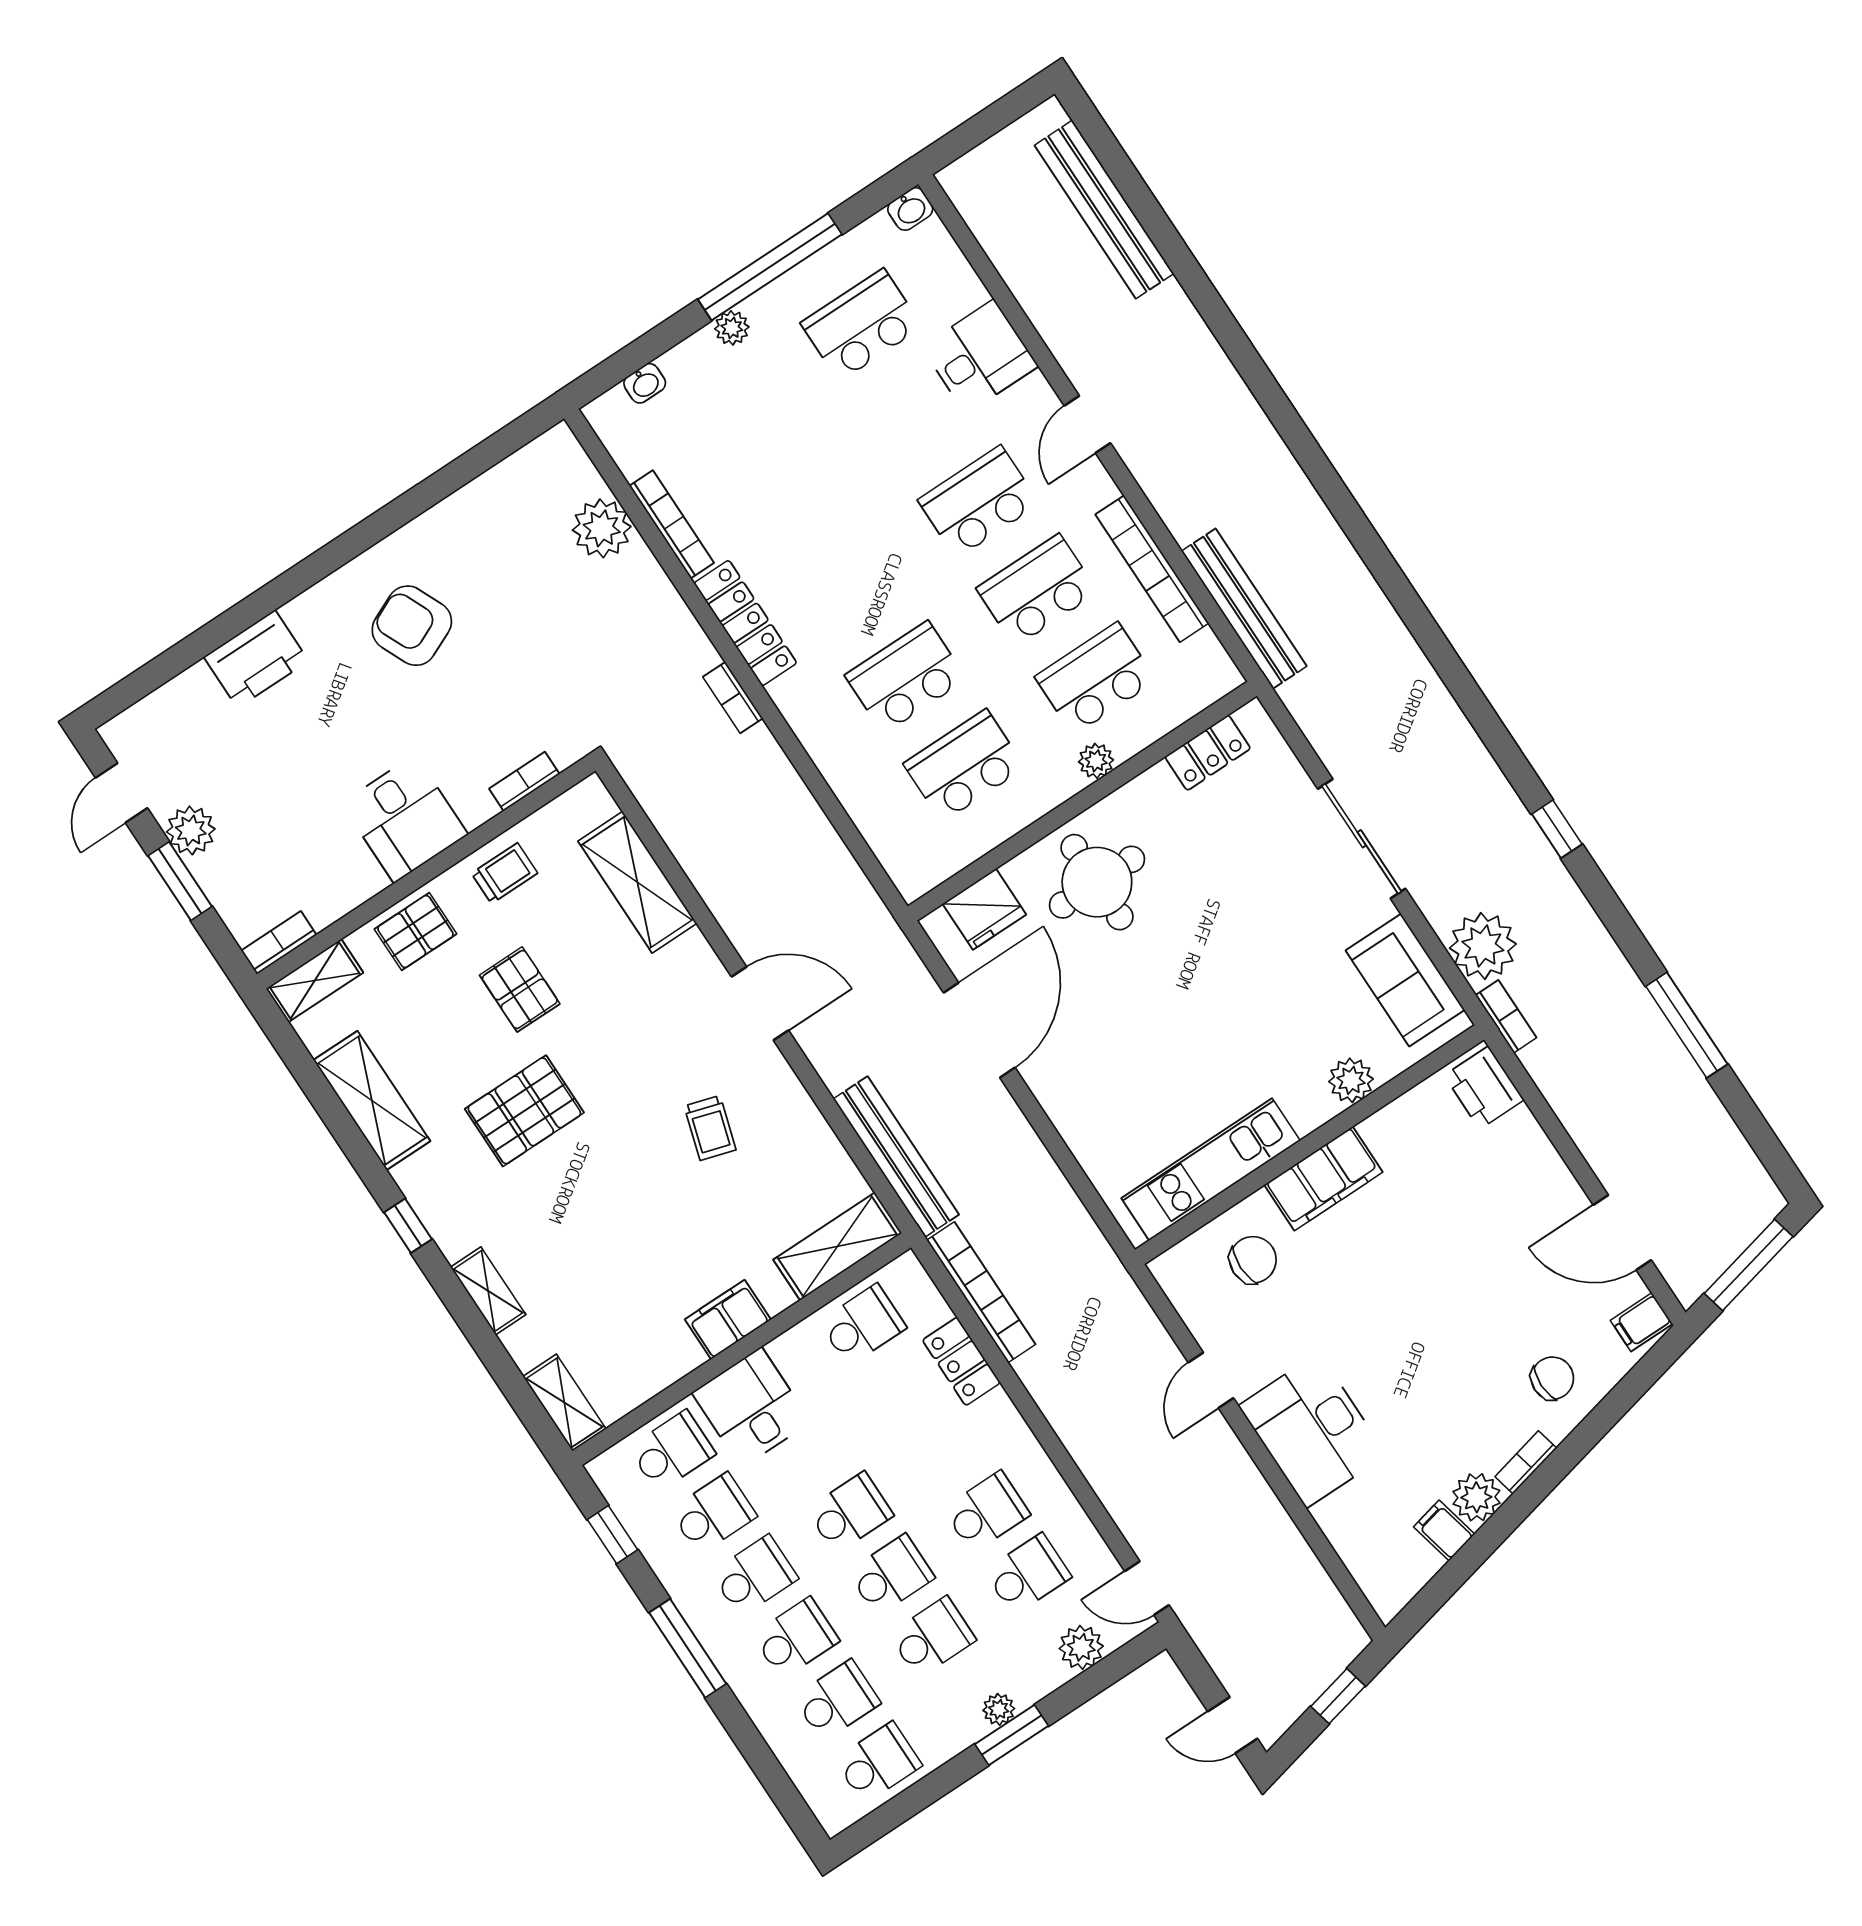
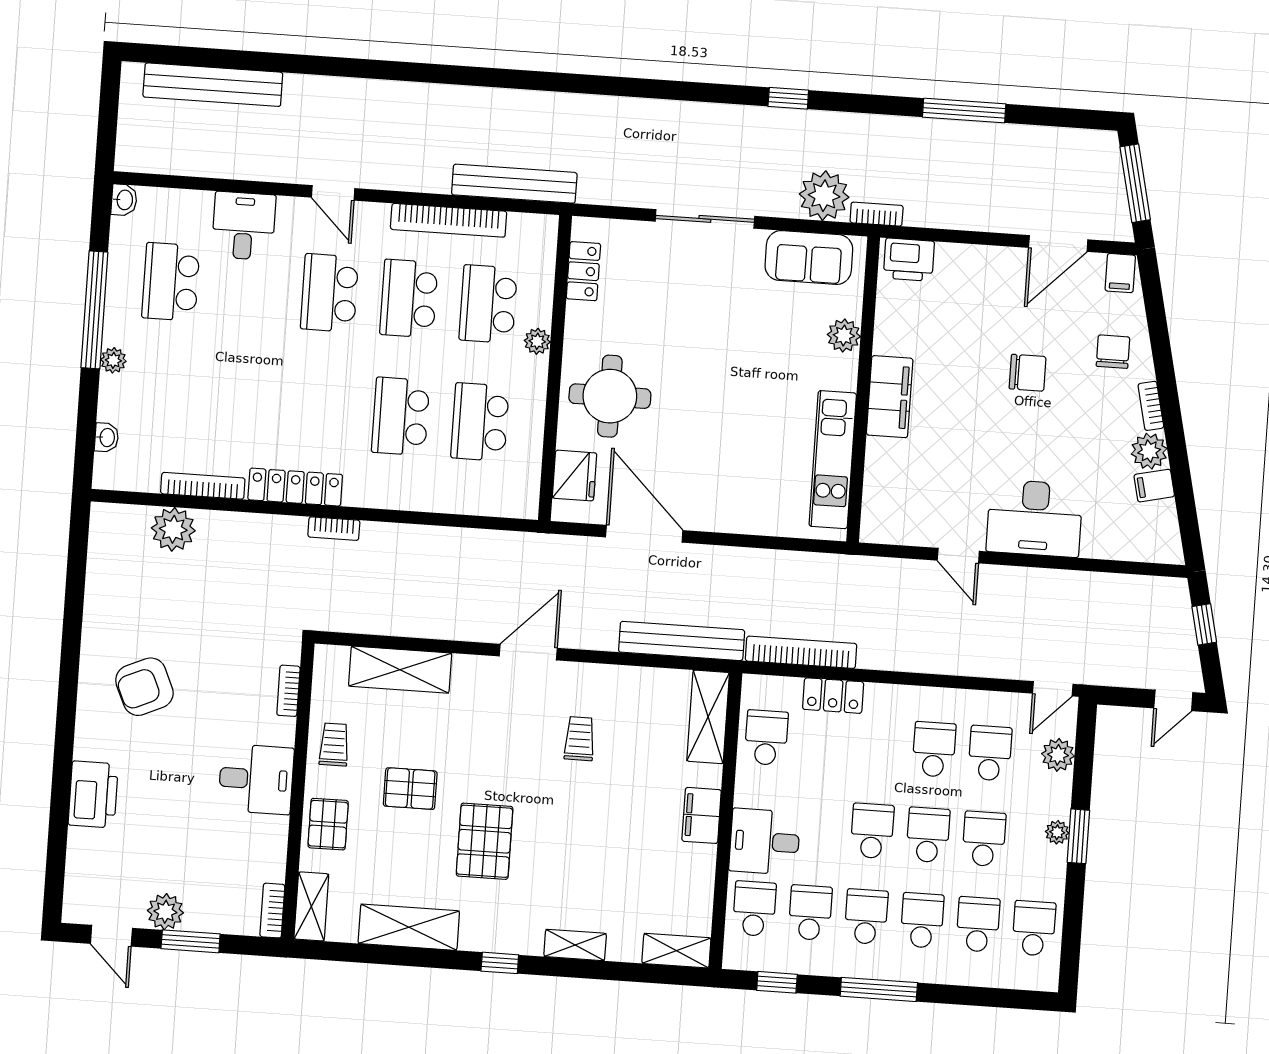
trolley: (710, 1128) -> (580, 739), turned -107
chair: (1253, 1260) -> (1028, 373), moved, turned 90

